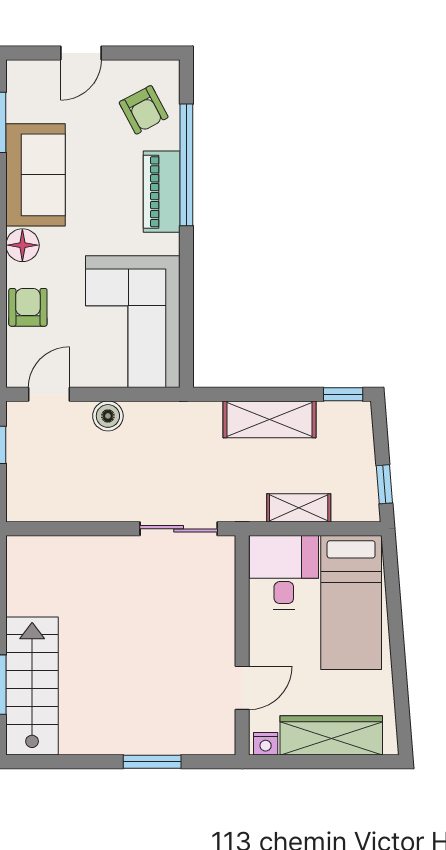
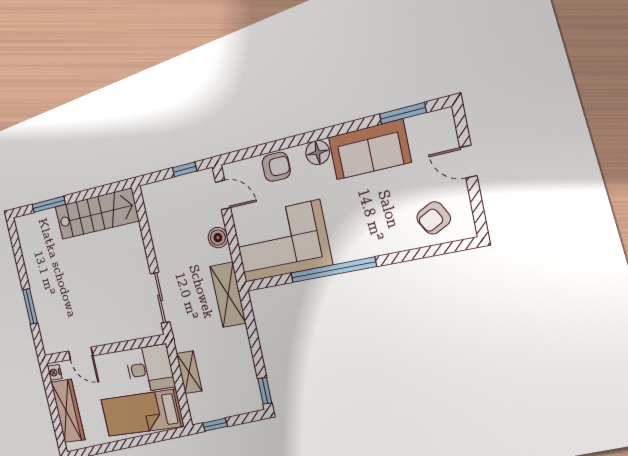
window: (186, 165) -> (333, 270), moved
piano: (162, 192) -> (376, 243), removed
shelving: (269, 419) -> (228, 295), moved
stairs: (32, 686) -> (97, 214), moved

